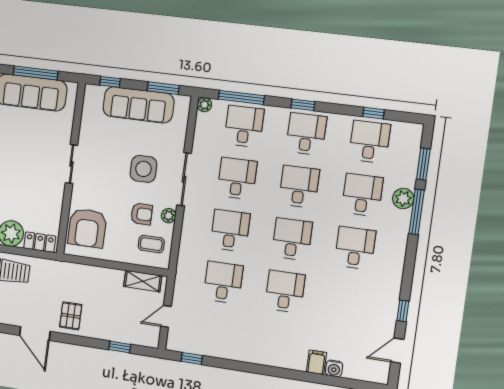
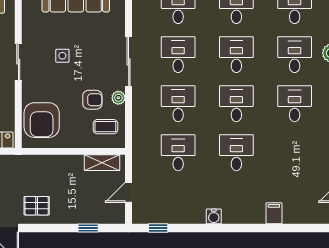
side table: (143, 169) -> (62, 56), moved, width x0.54, depth x0.54
pallet: (71, 316) -> (37, 206), turned 90
water cooler: (334, 368) -> (214, 216), moved

